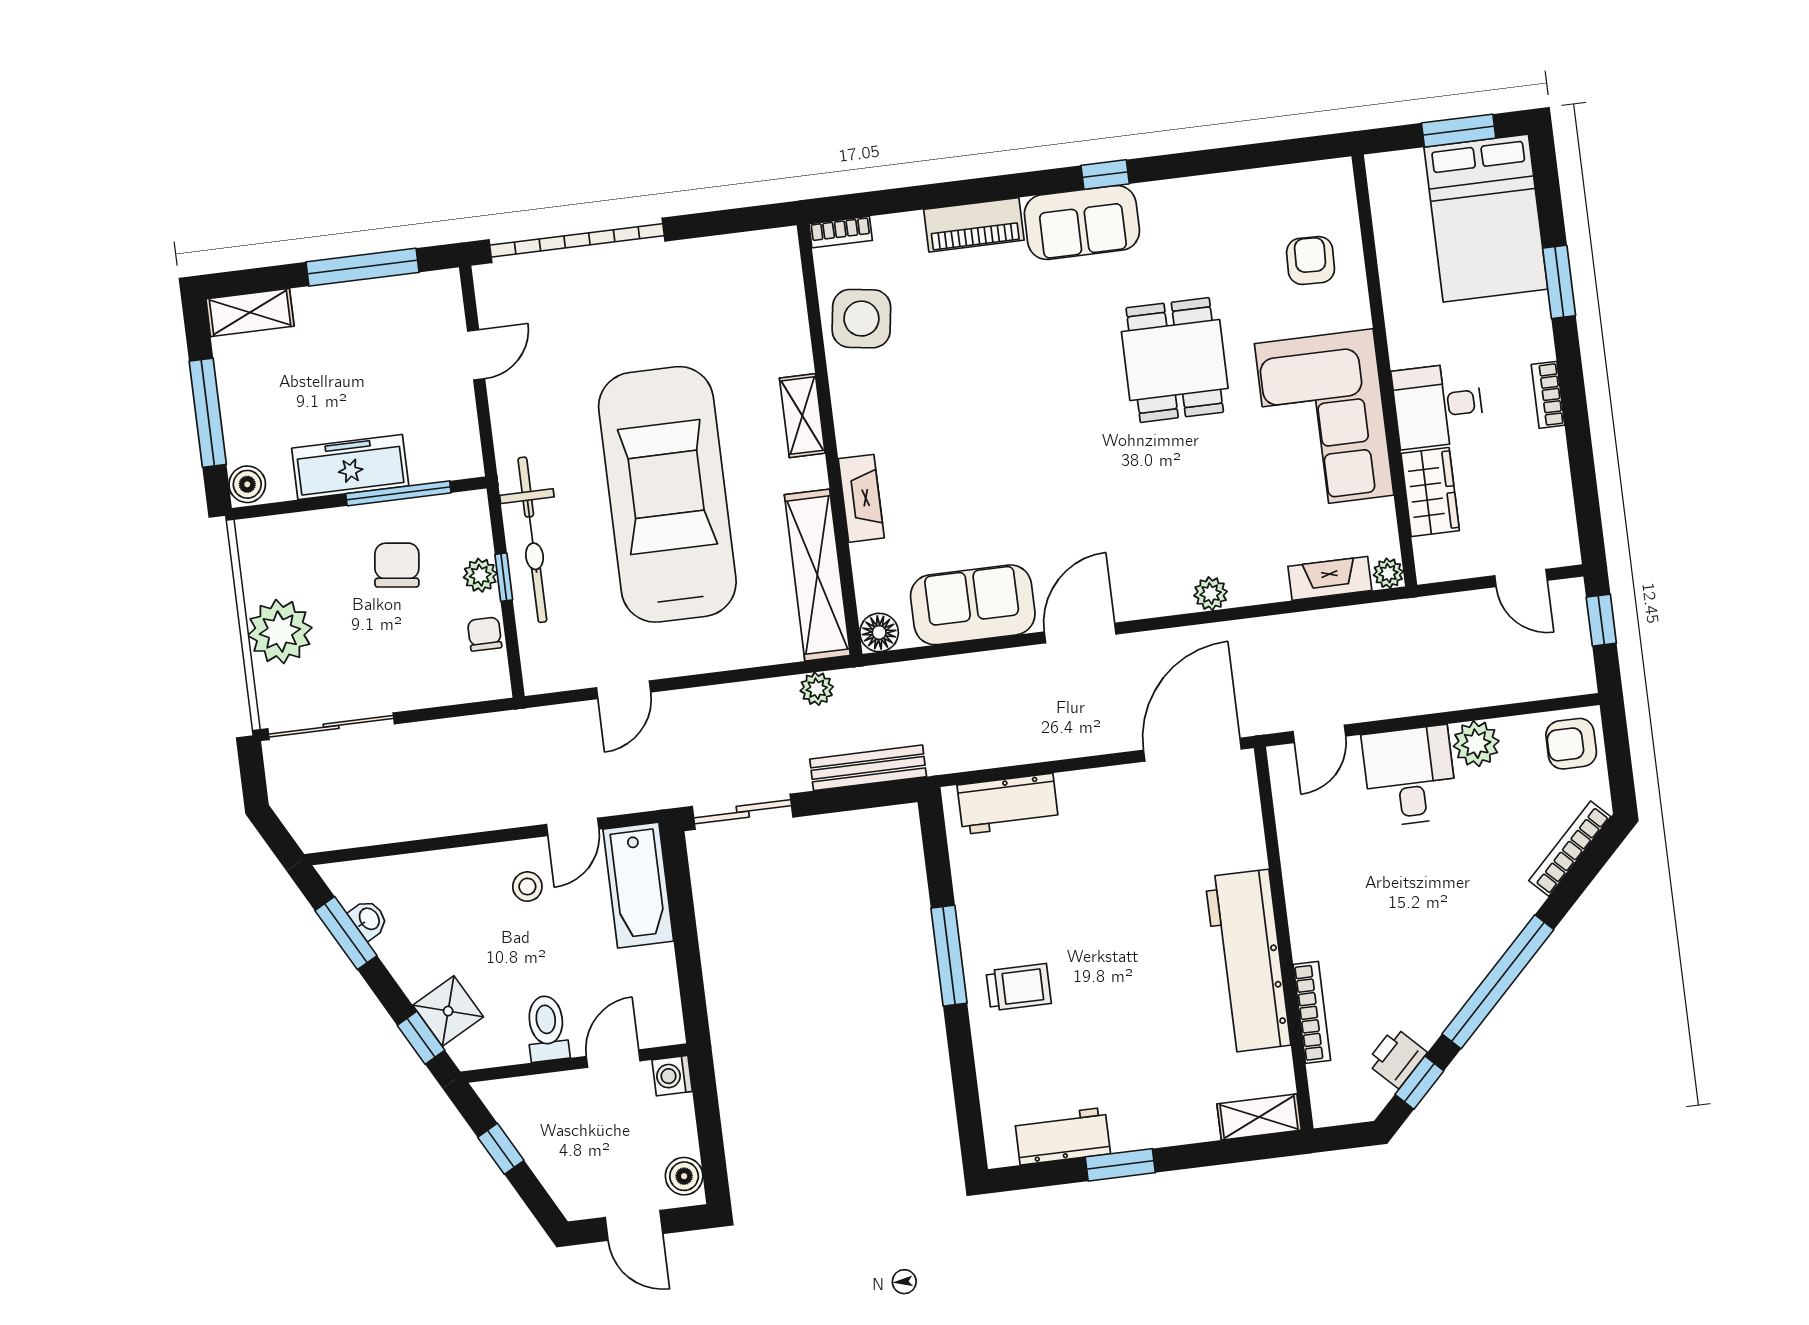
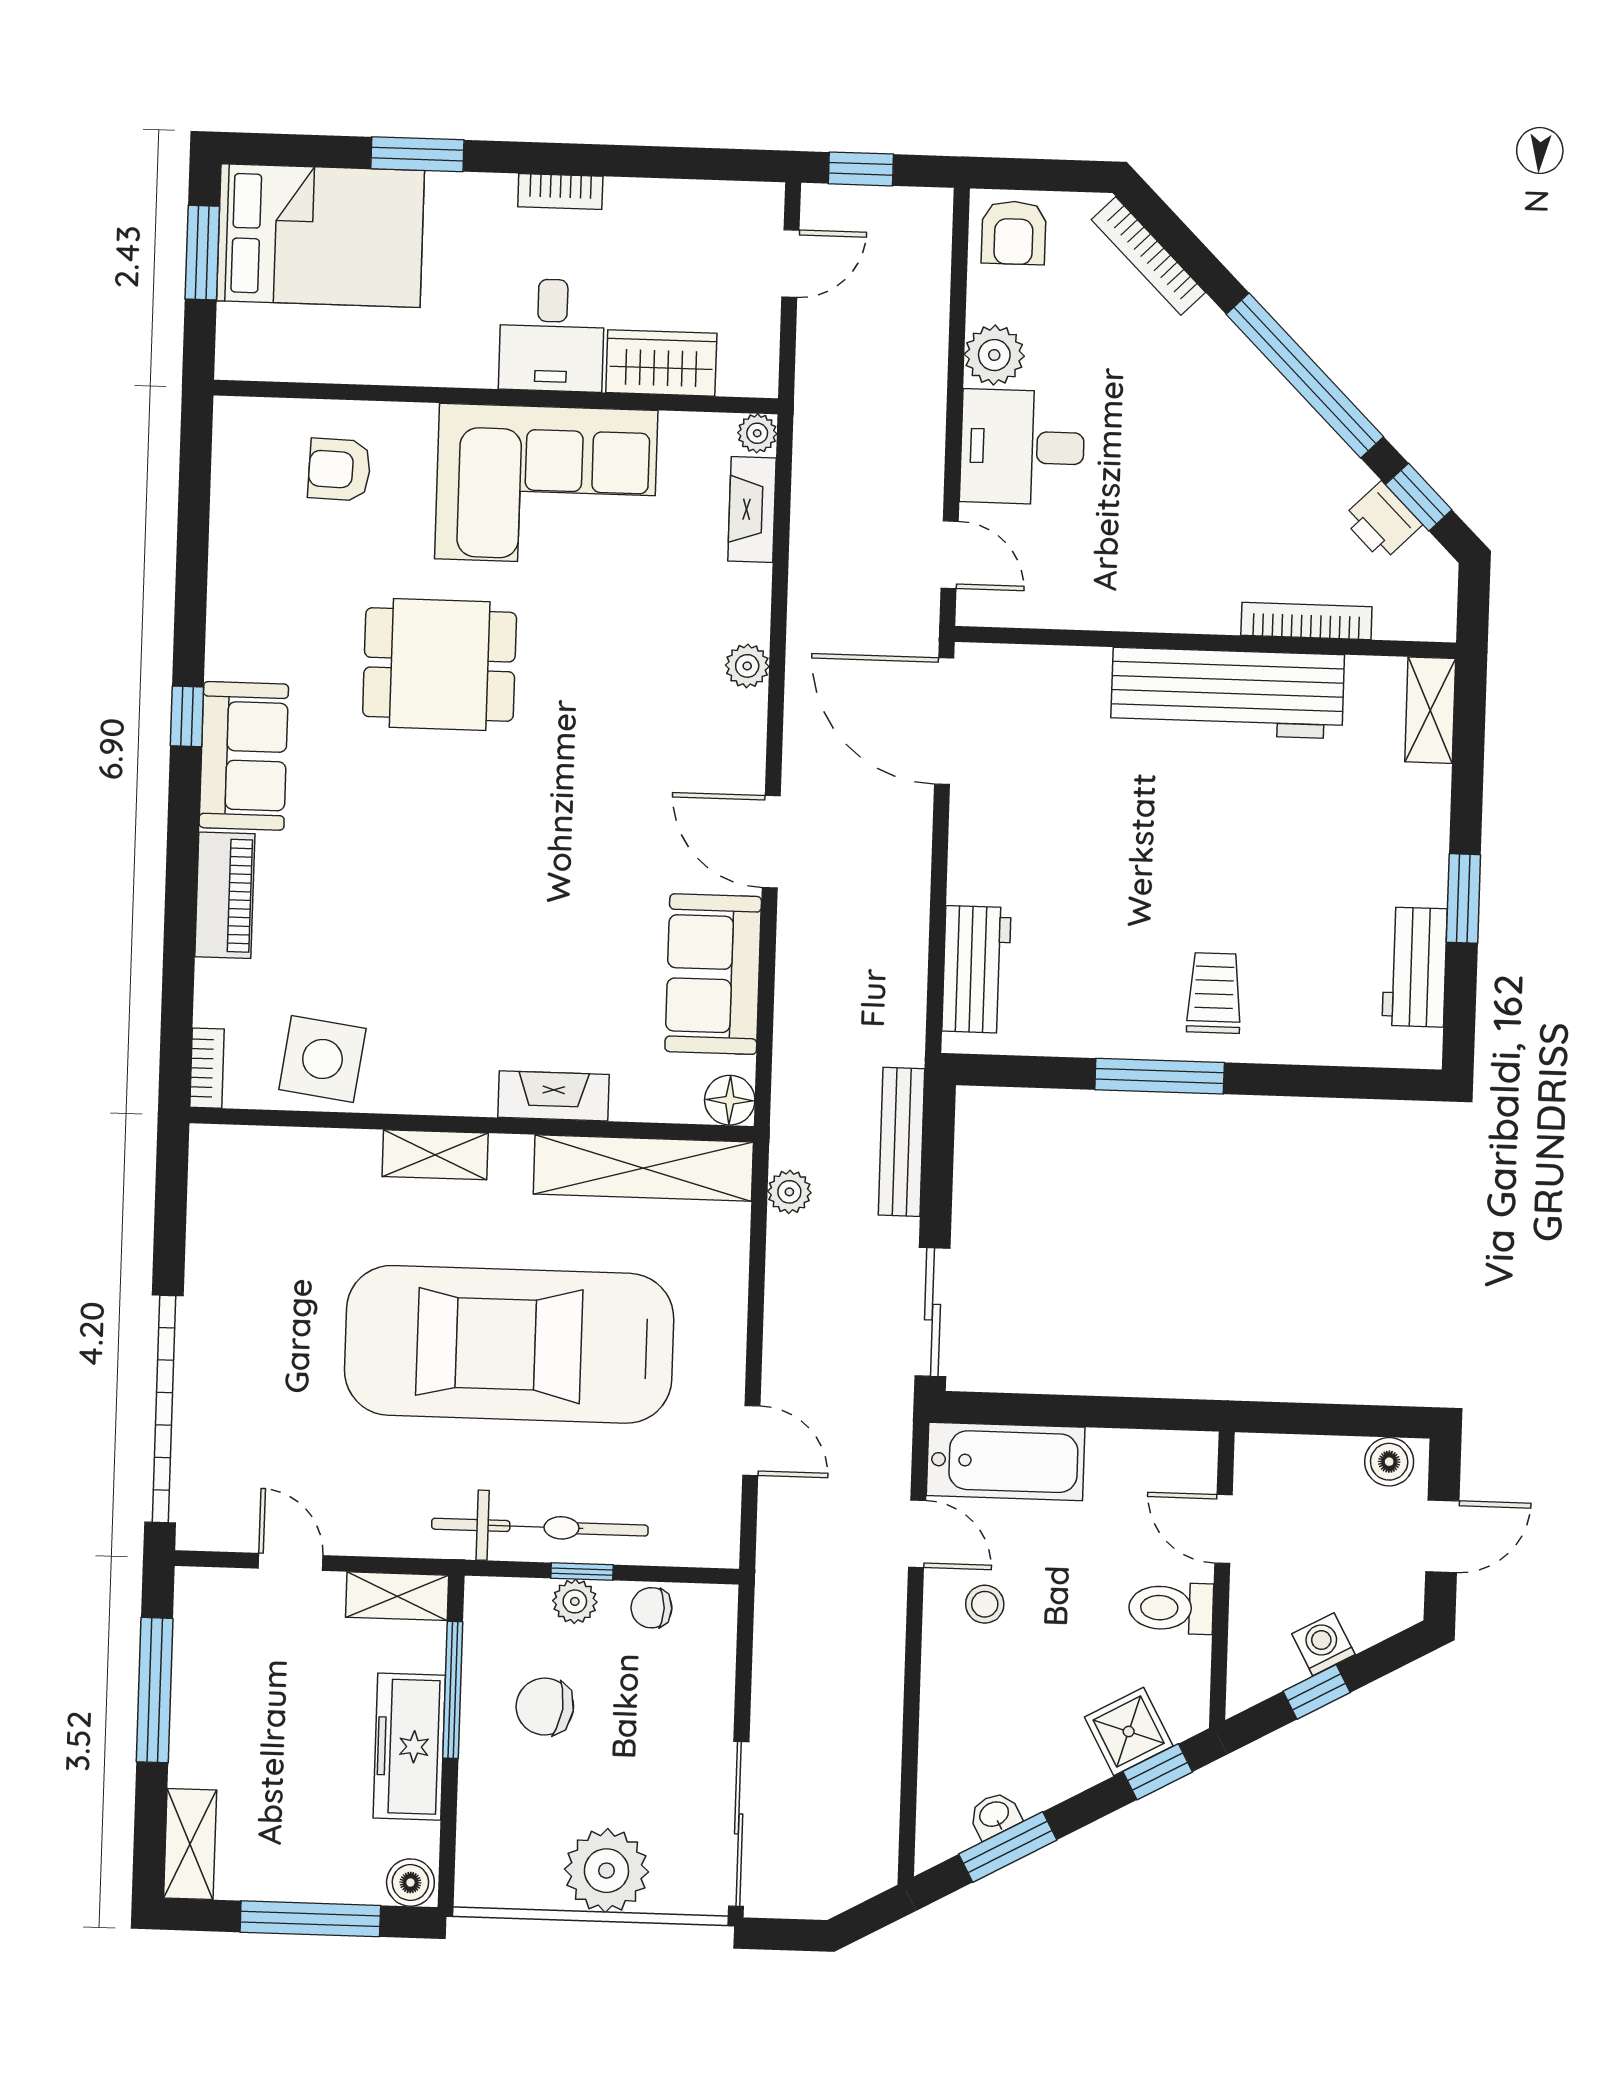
shelving: (463, 440) -> (397, 1596), added
washing machine: (672, 1076) -> (1323, 1644), moved, turned 151

